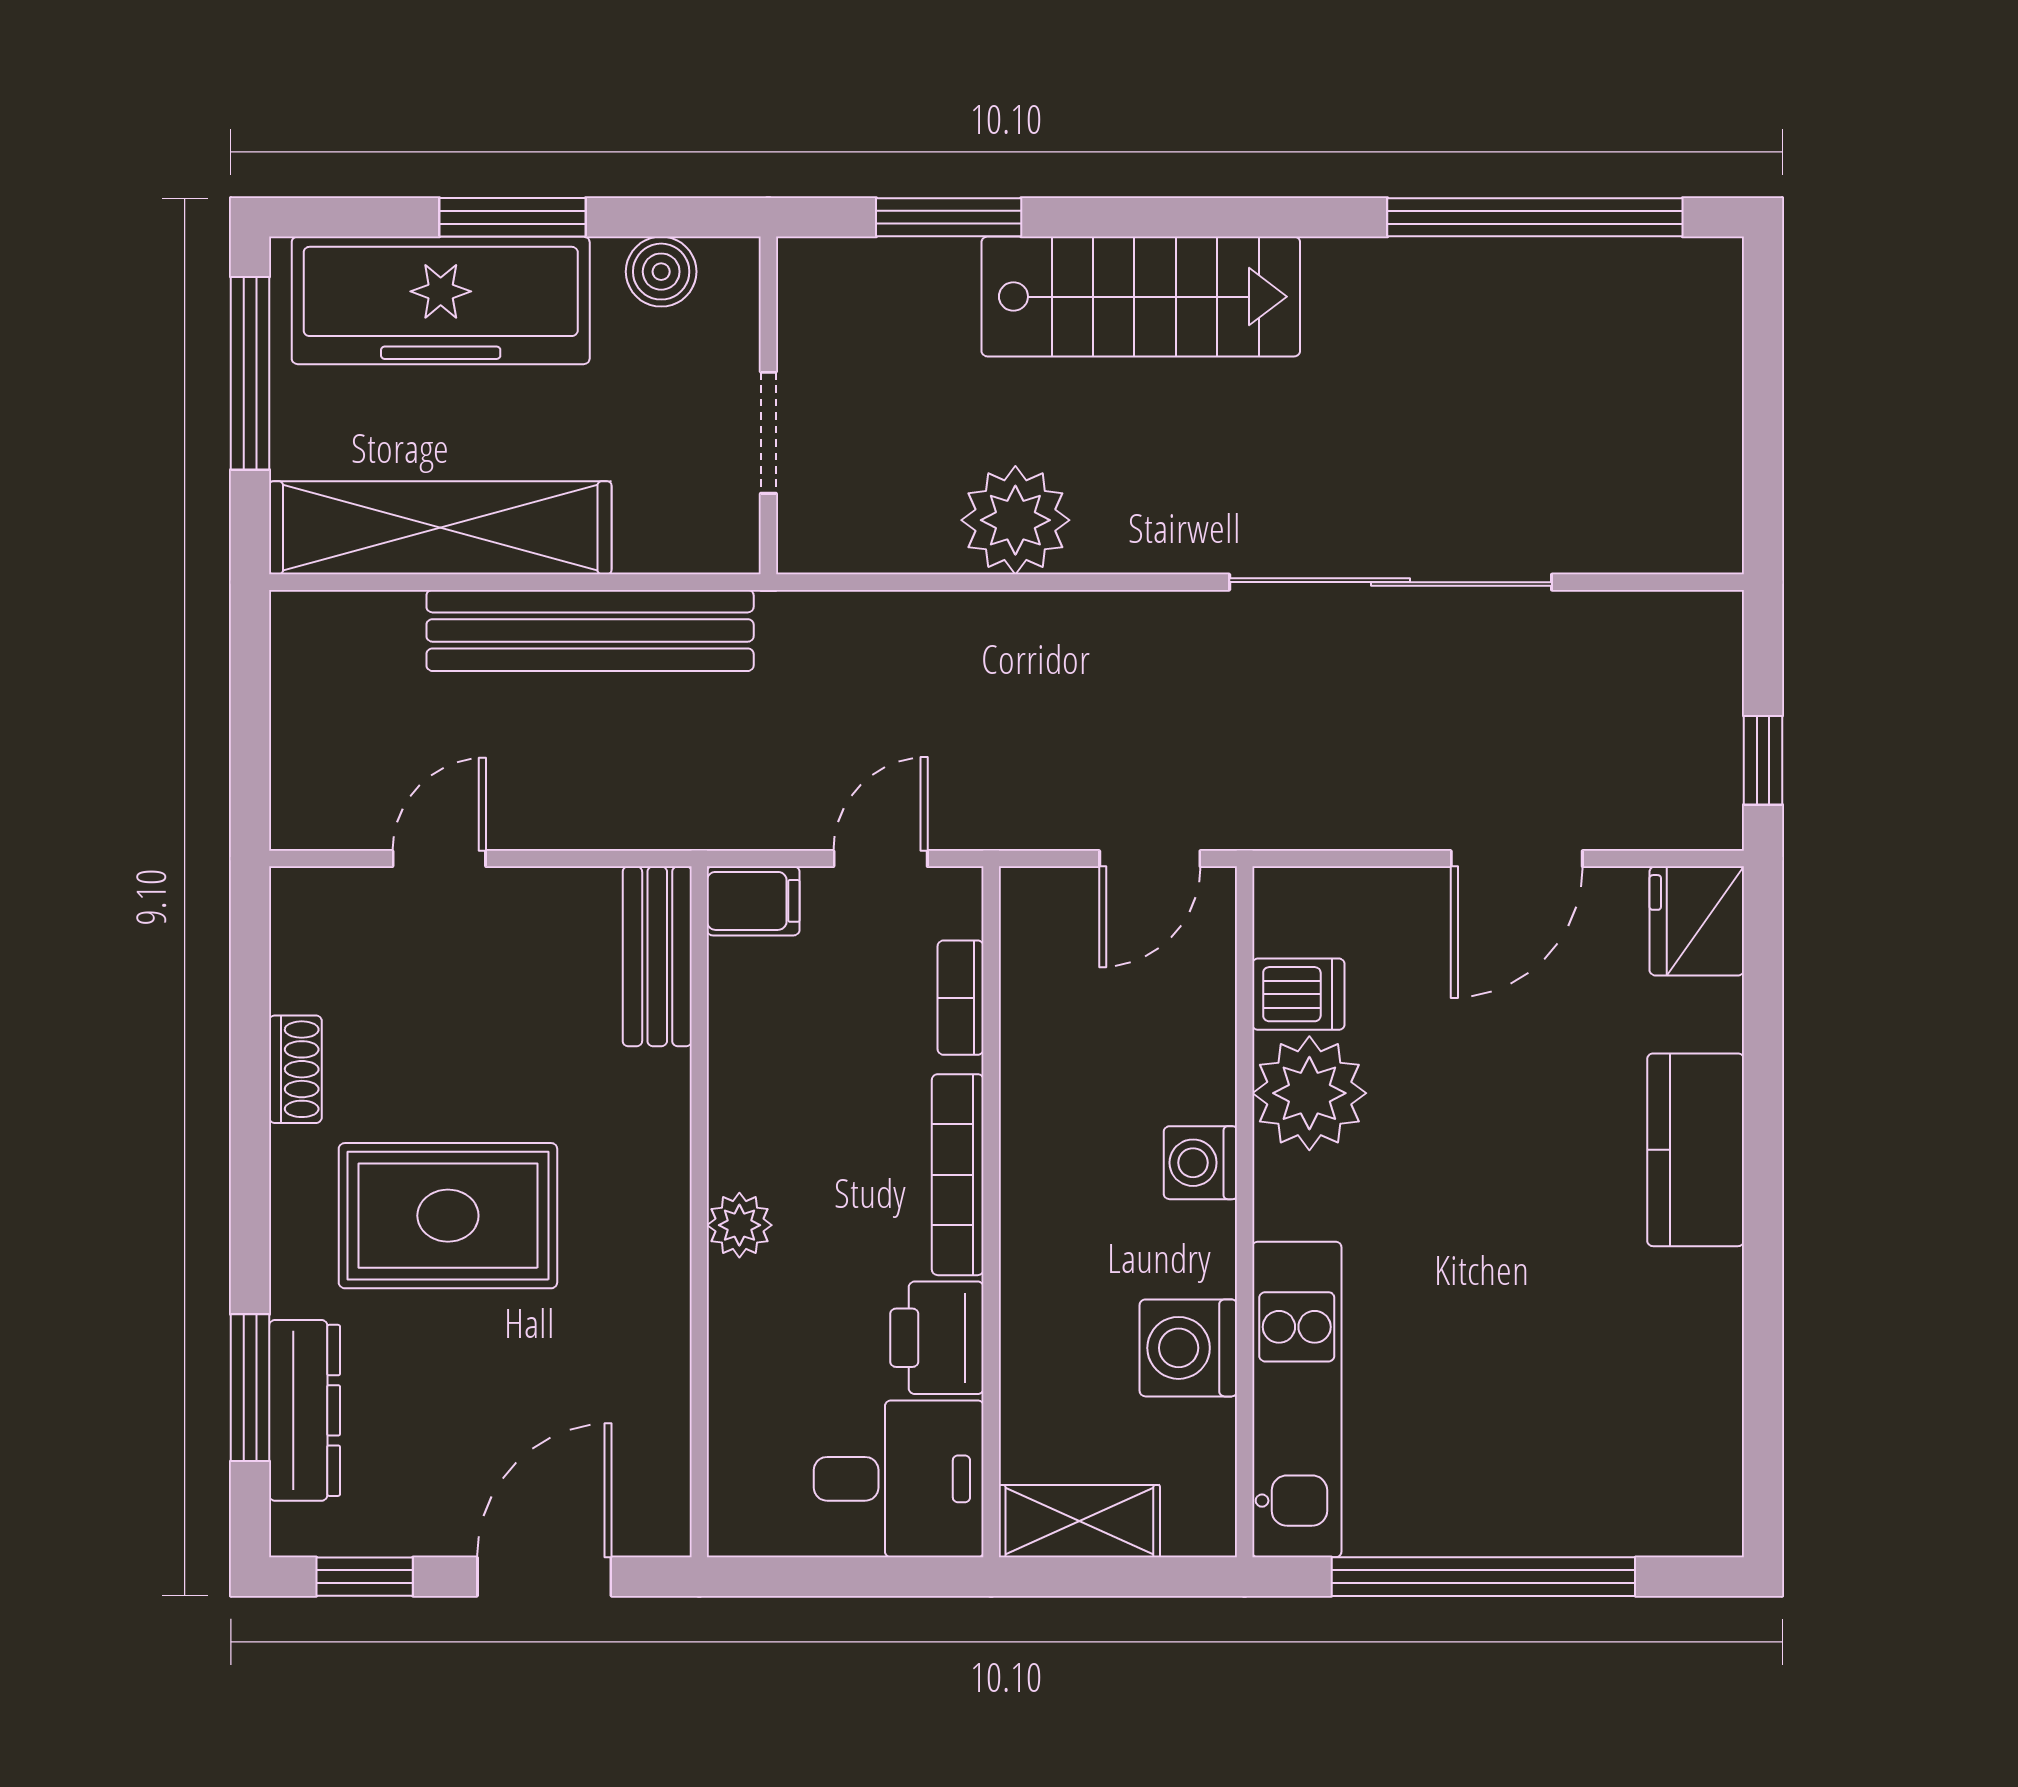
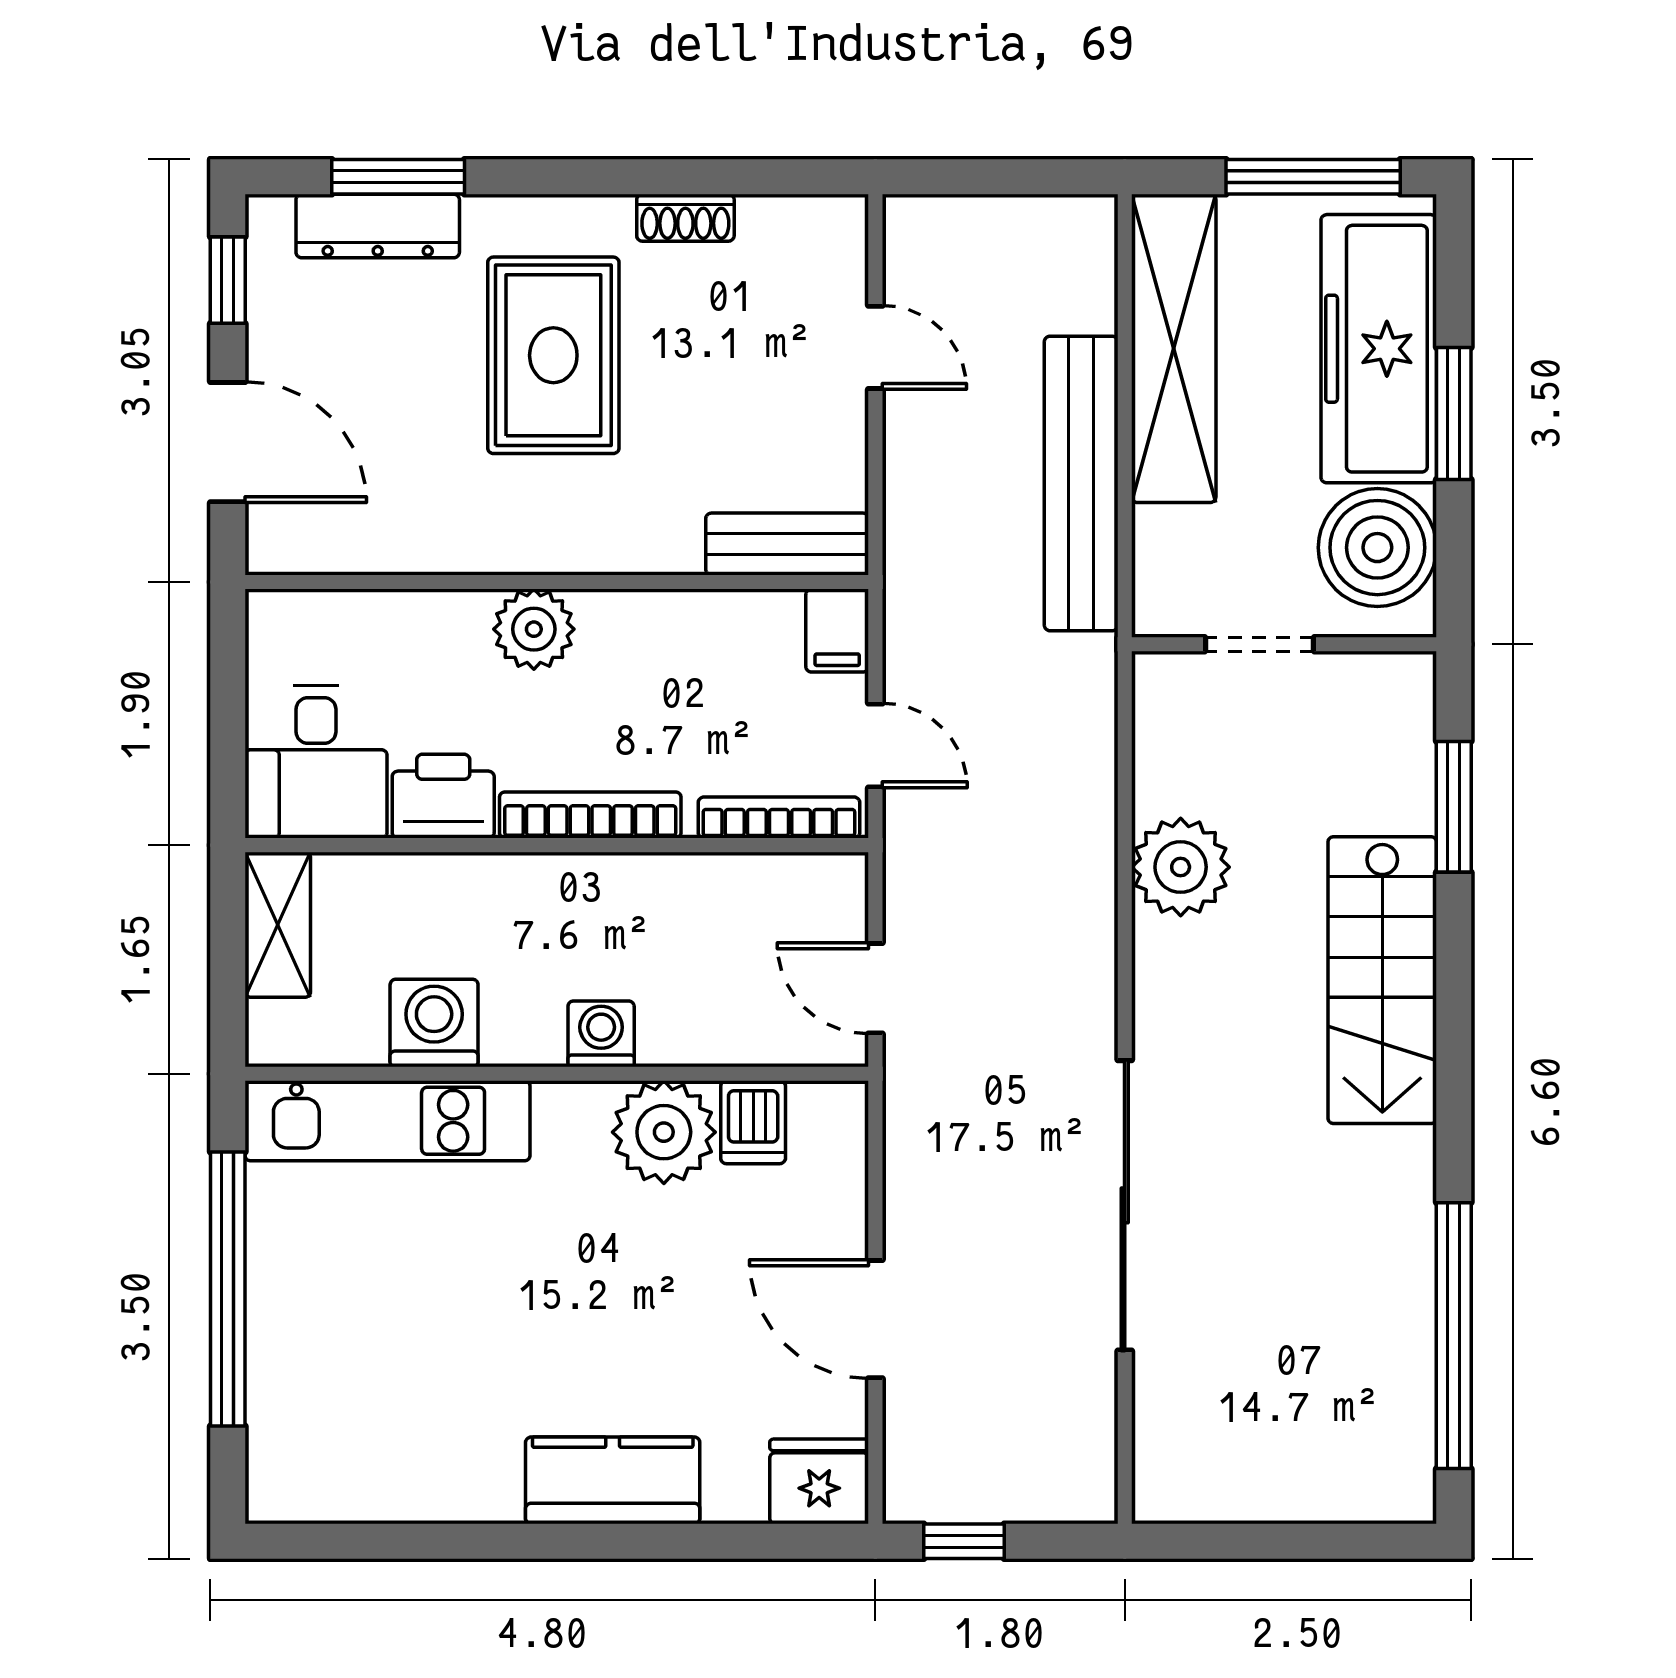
boiler: (661, 272) -> (1377, 548), width x1.86, depth x1.86
bookcase: (961, 998) -> (779, 818), width x1.56
plant: (739, 1225) -> (534, 629), width x1.38, depth x1.38

